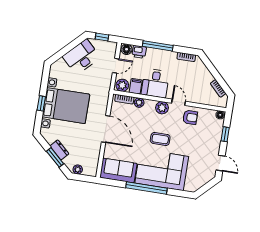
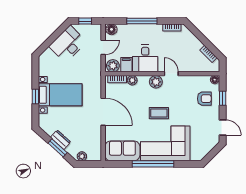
printer: (139, 52) -> (124, 30), removed
bed with nightstands: (66, 106) -> (60, 95), width x0.73
armchair: (190, 117) -> (204, 99), moved

